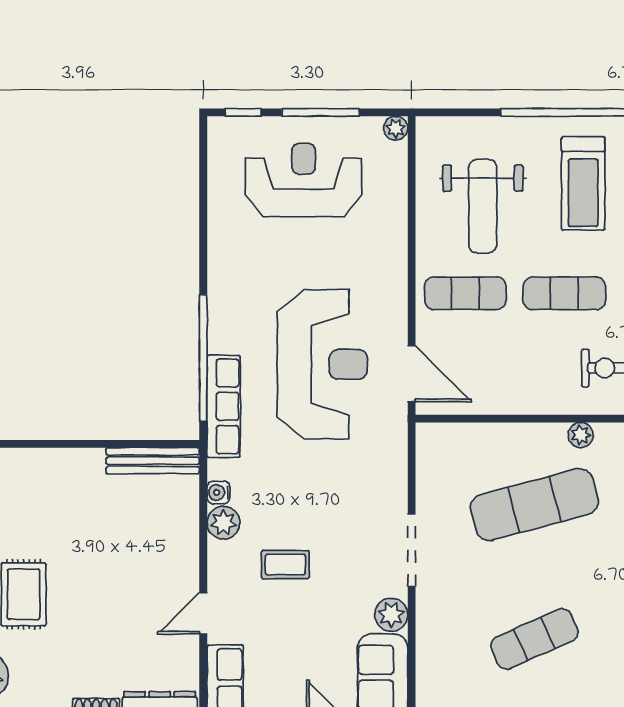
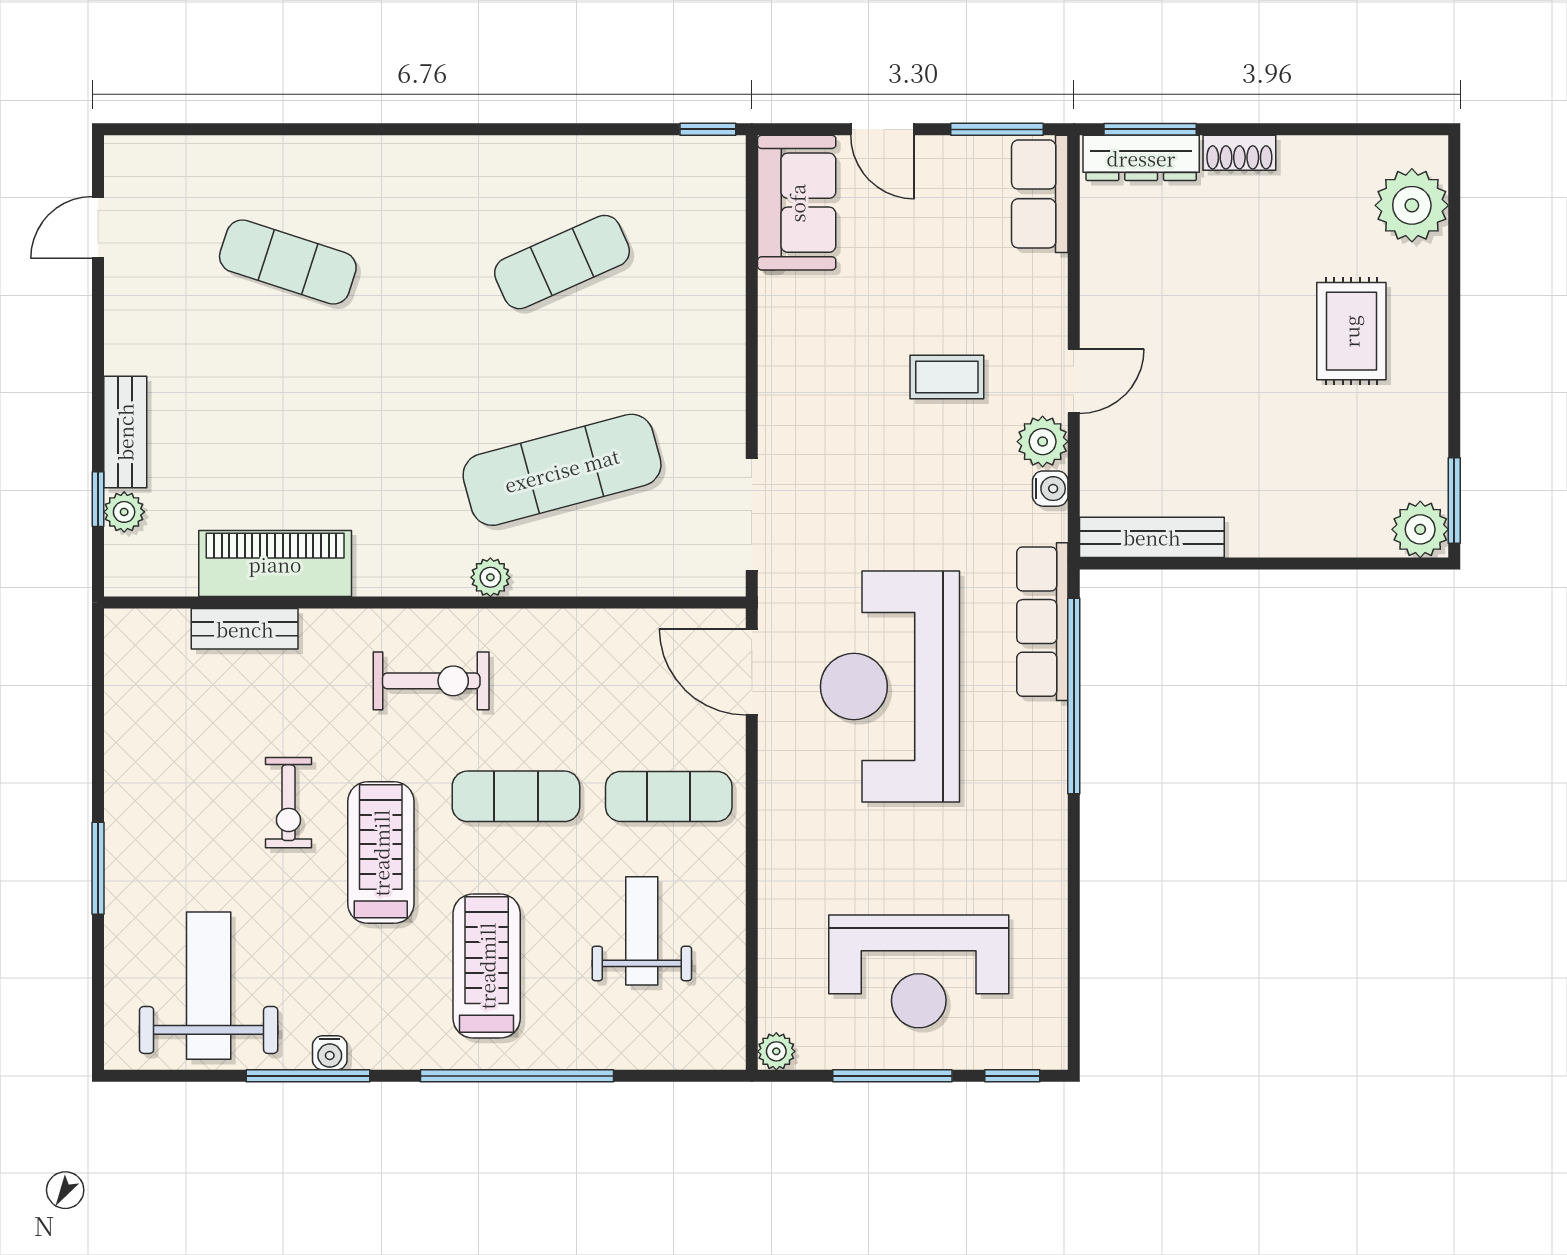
weight bench: (483, 206) -> (642, 931), width x0.73, depth x0.75
doorway: (412, 550) -> (752, 515), moved
door: (203, 613) -> (1074, 381), moved
plant: (391, 615) -> (783, 300), removed

